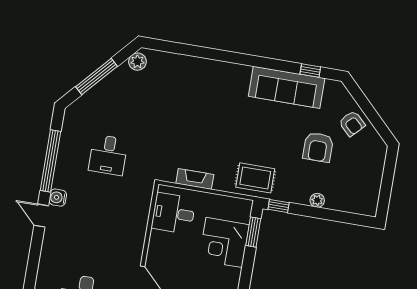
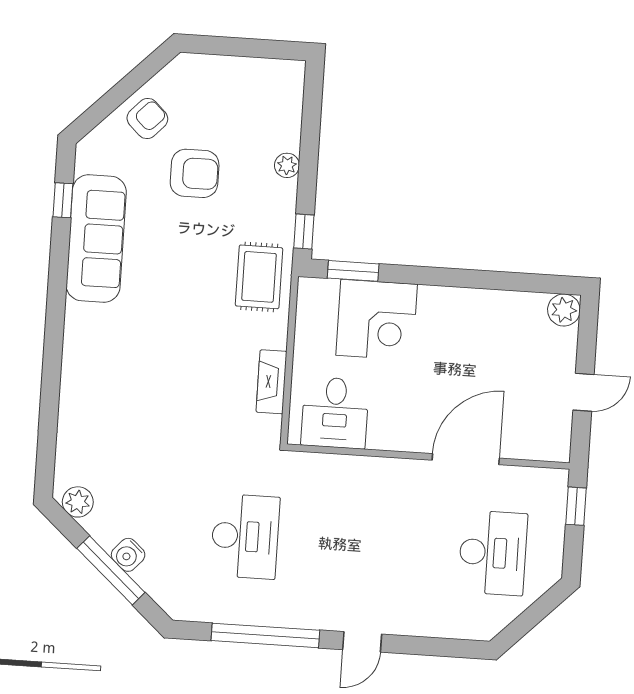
desk: (108, 155) -> (245, 536), width x1.37
water cooler: (58, 198) -> (128, 555), moved, turned 42

